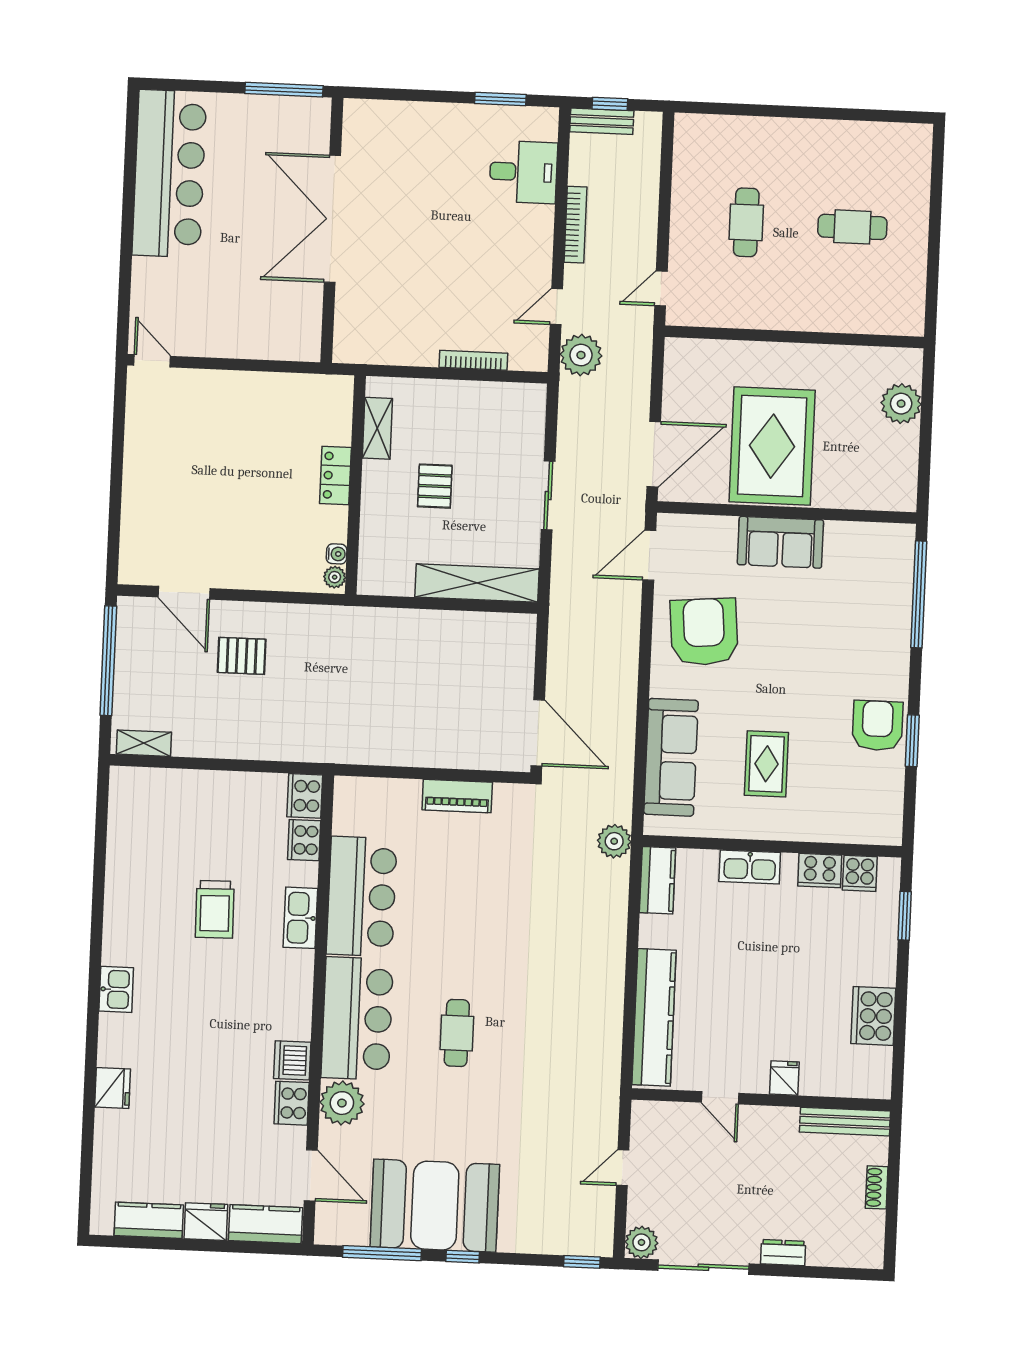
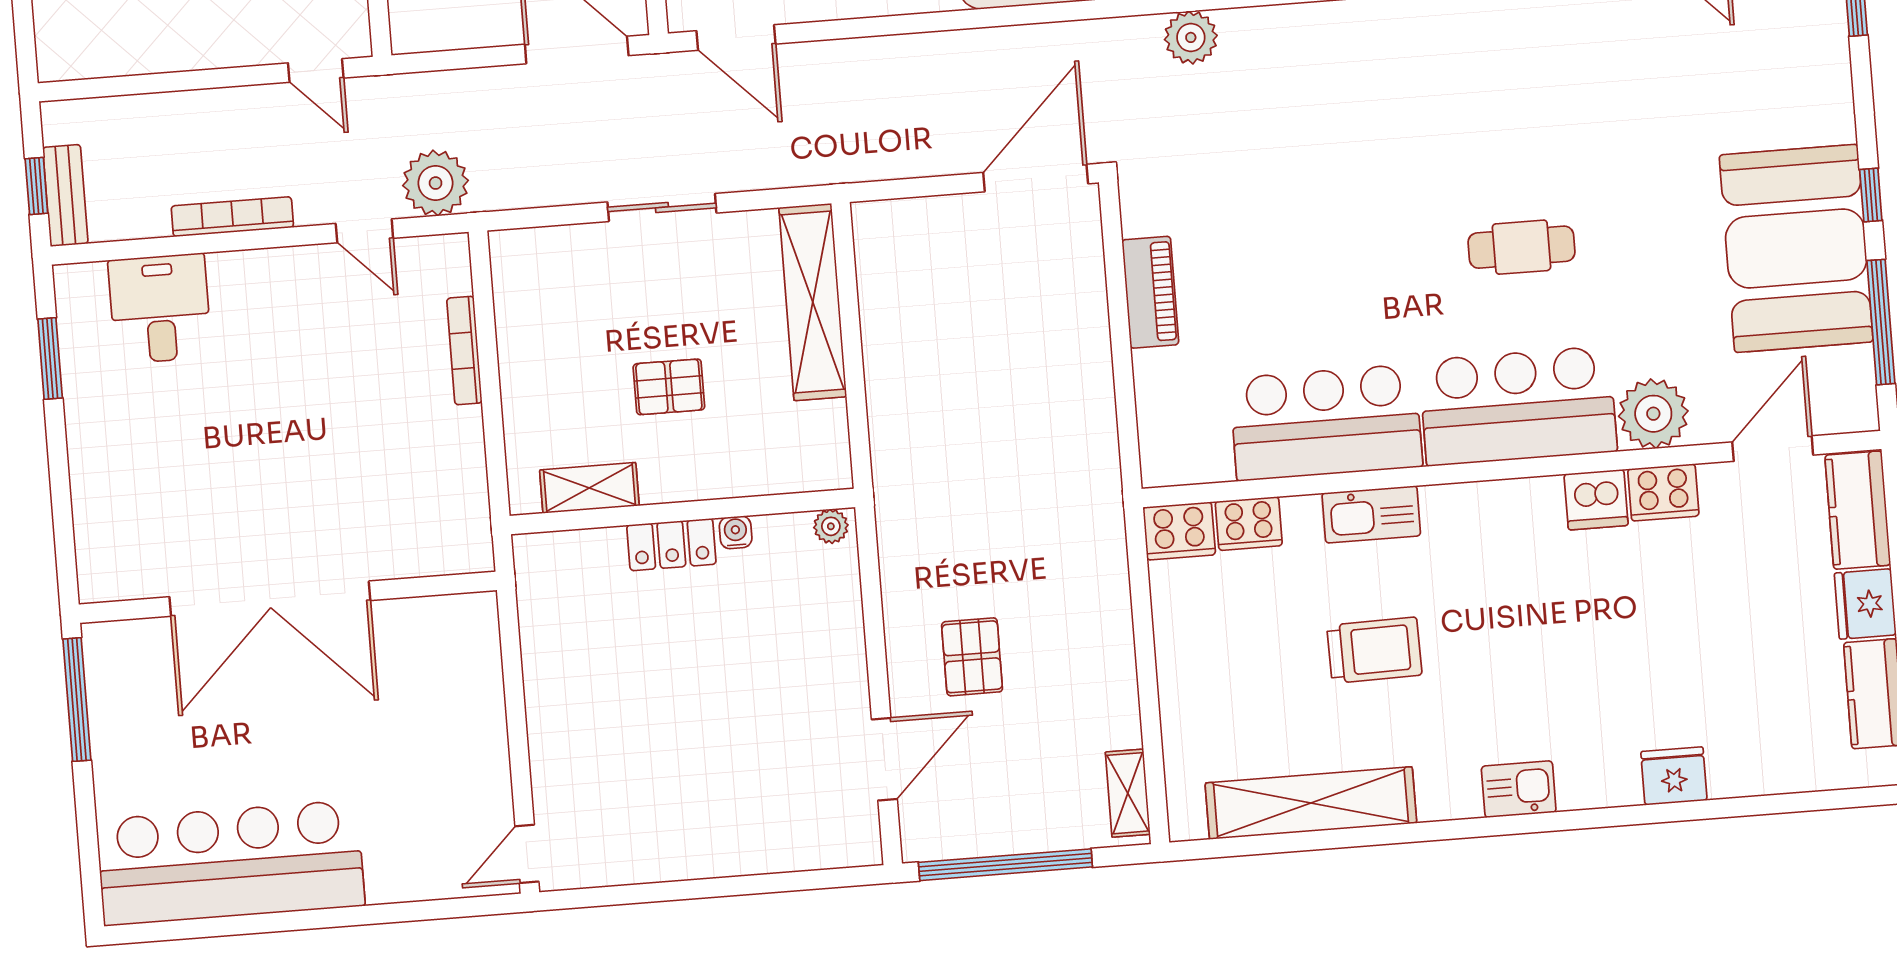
water cooler: (337, 554) -> (736, 532), moved
shelving: (124, 858) -> (1311, 803), added

